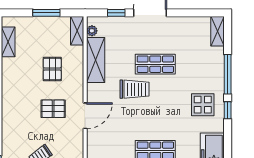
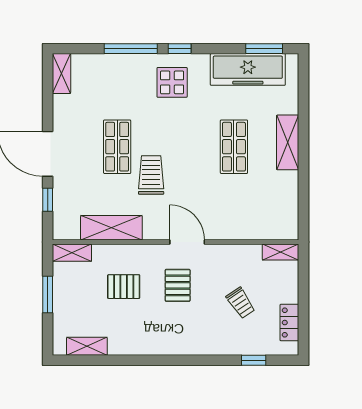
plant: (92, 31) -> (72, 233), removed
shelving: (217, 31) -> (61, 73), moved, turned 90

